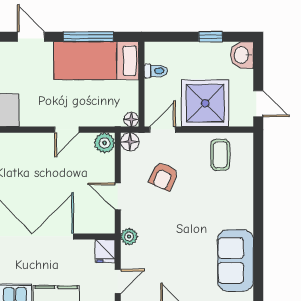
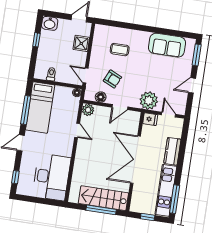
shower: (205, 103) -> (81, 43), width x0.54, depth x0.54
floor lamp: (130, 142) -> (101, 97), moved
coffee table: (220, 155) -> (120, 50), moved
plant: (129, 237) -> (149, 101), width x1.87, depth x1.87

